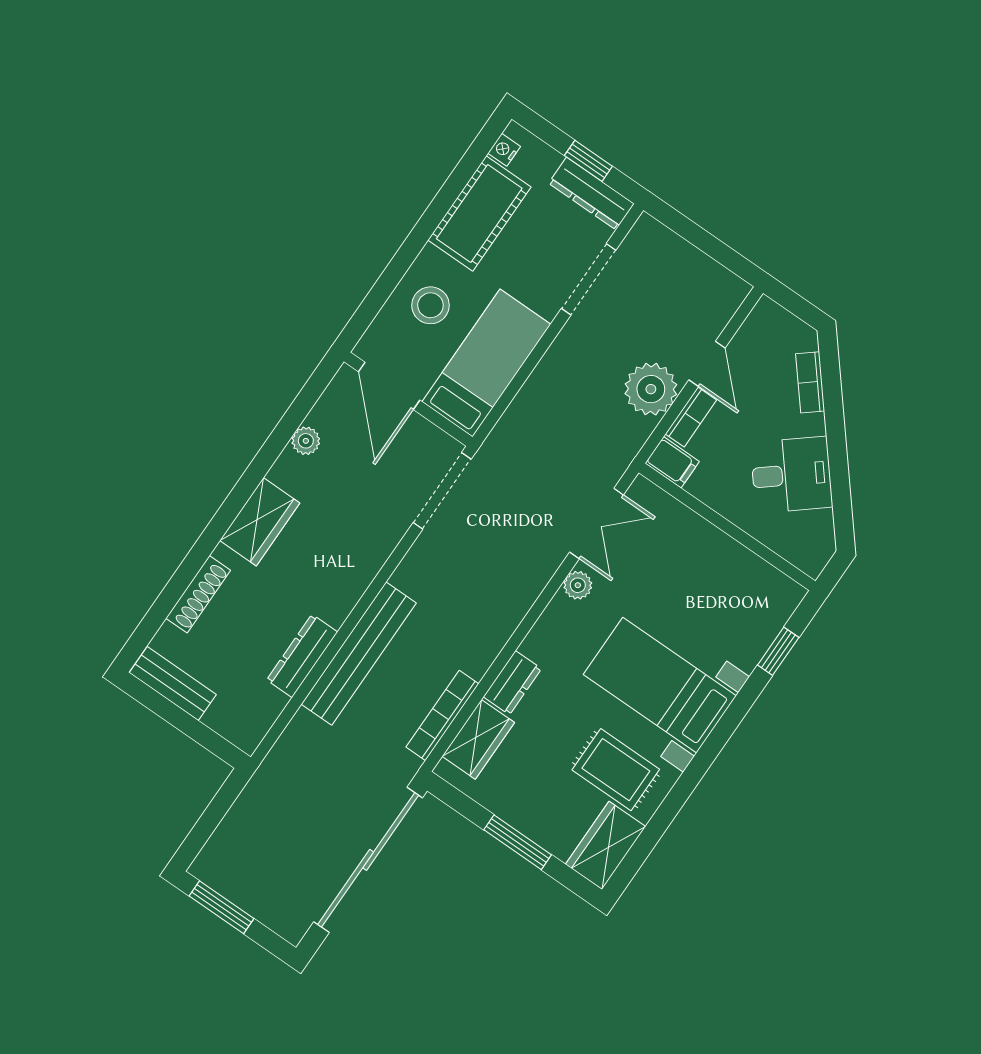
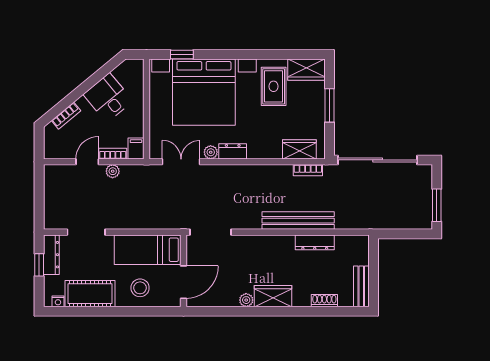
plant: (651, 389) -> (113, 171), width x0.53, depth x0.53
plant: (306, 441) -> (246, 300), moved
shoe rack: (198, 594) -> (324, 301), width x0.70
dresser: (512, 683) -> (233, 151), moved
bed with nightstands: (660, 685) -> (204, 92), width x1.85
bookcase: (442, 715) -> (308, 170), width x0.64

